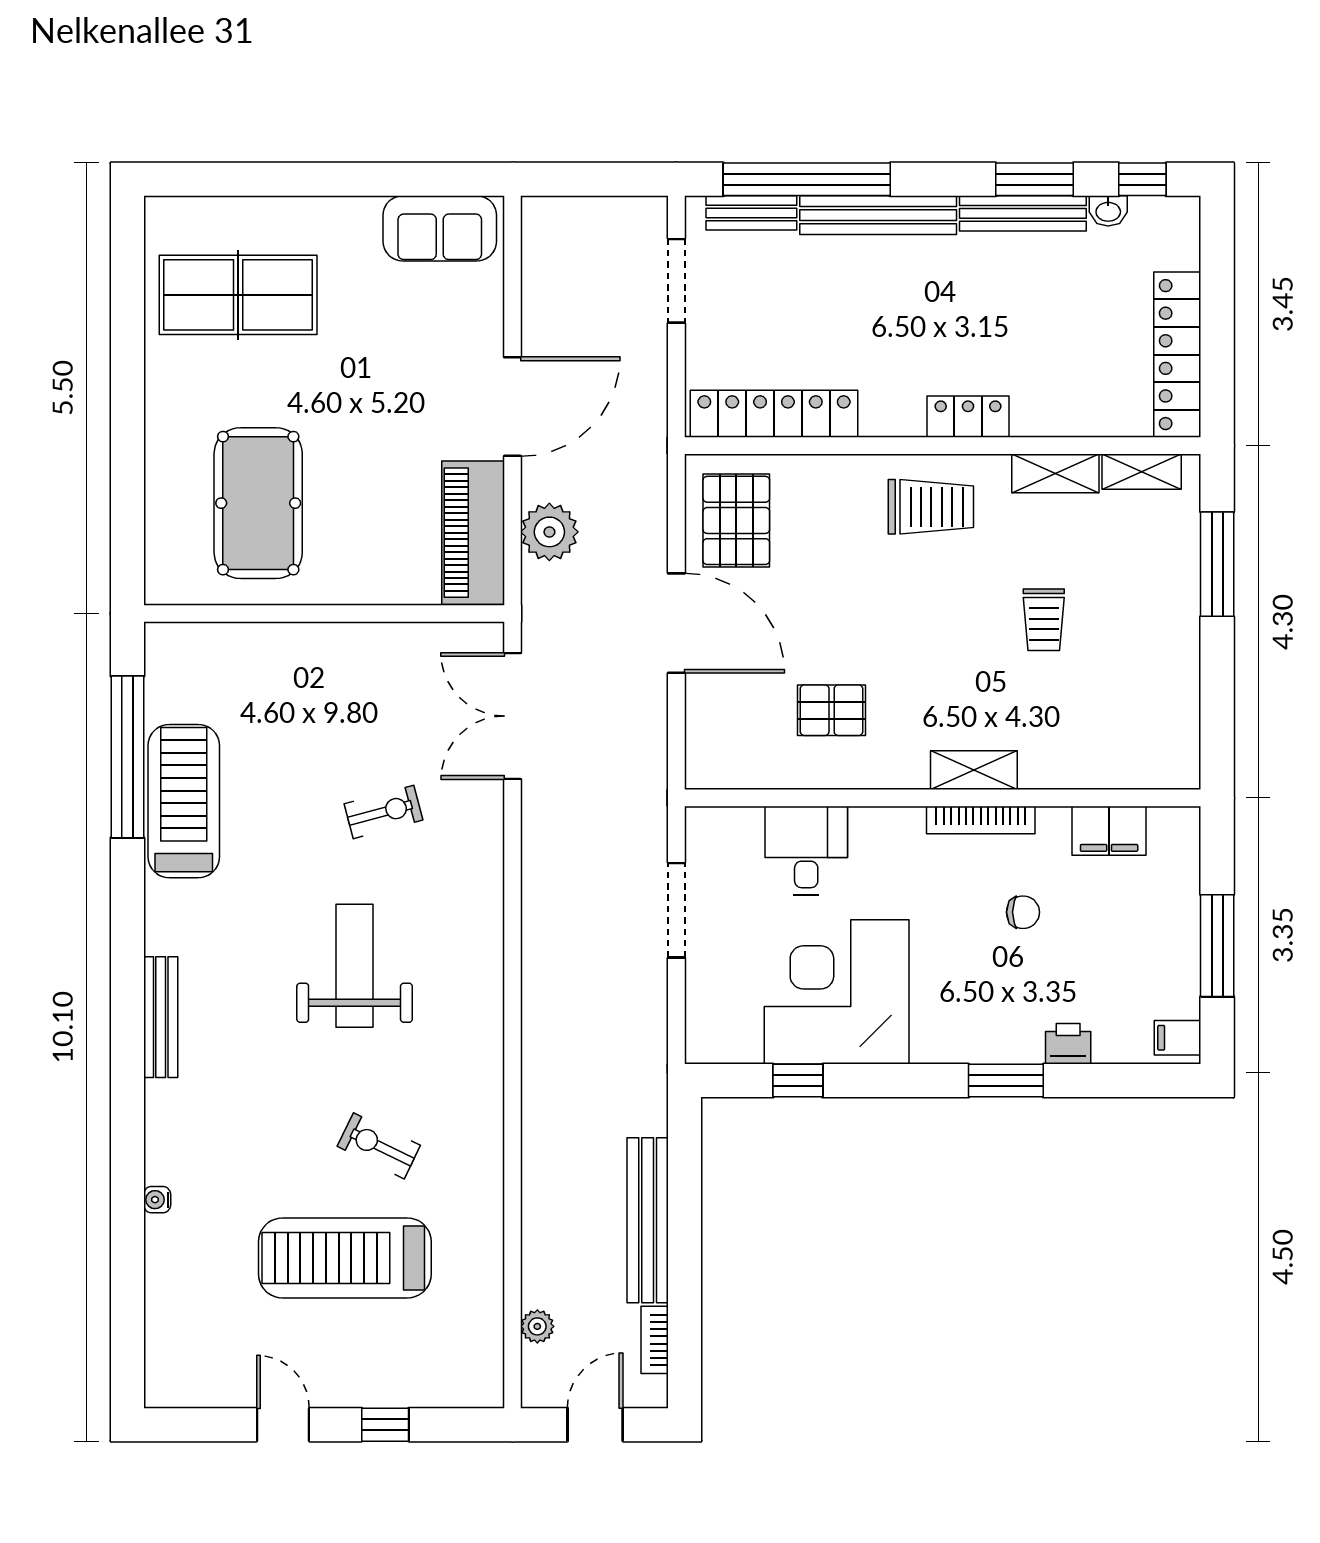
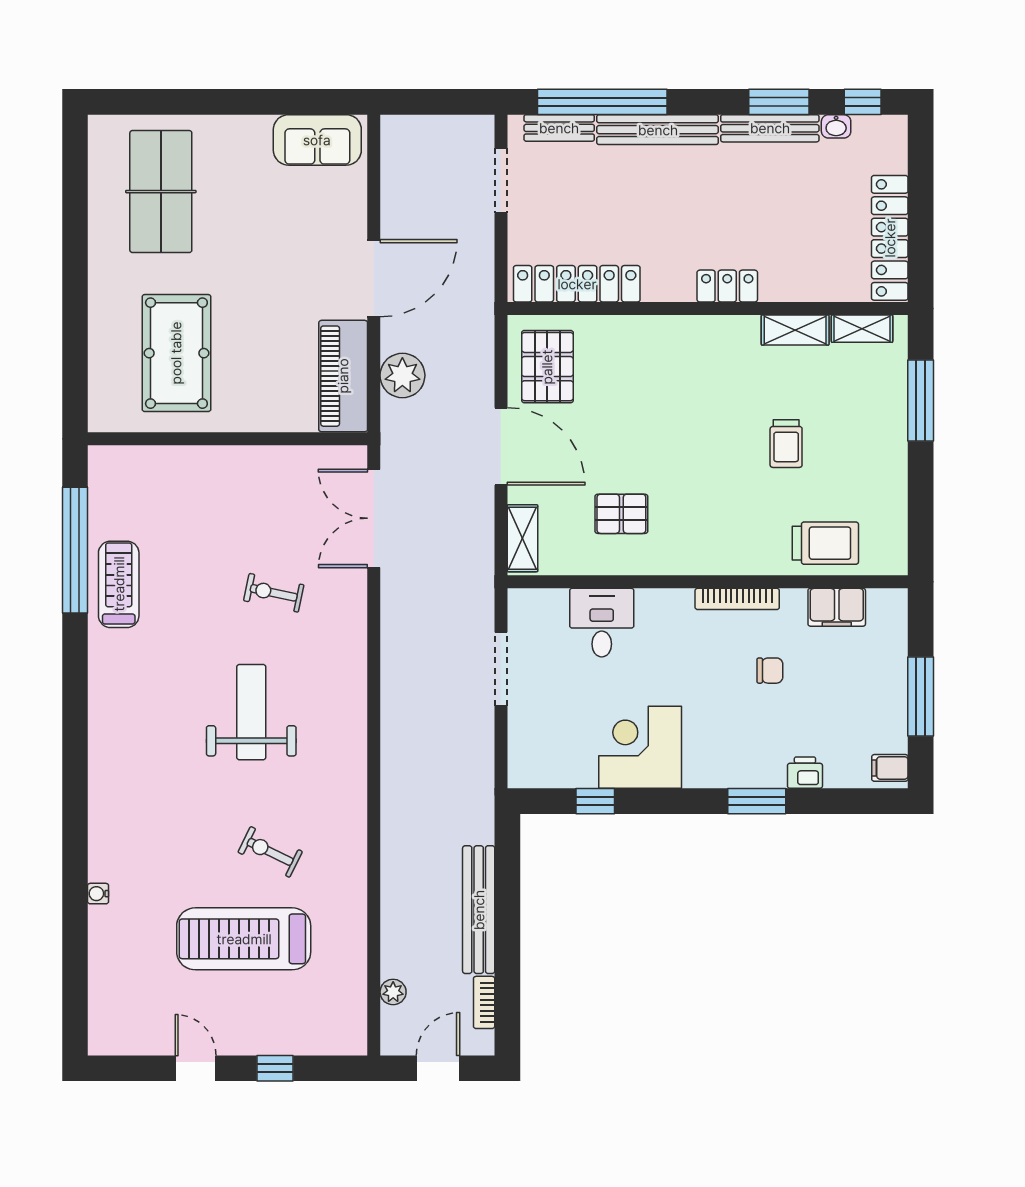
table tennis table: (238, 295) -> (161, 192), turned 90
trolley: (931, 507) -> (825, 543), moved
shelving: (974, 770) -> (522, 538), moved, turned 90
treadmill: (184, 801) -> (119, 584), width x0.73, depth x0.73
exercise bike: (384, 812) -> (274, 593), turned -153
corner desk: (837, 992) -> (640, 747), width x0.74, depth x0.74
bench: (161, 1017) -> (101, 752), removed

